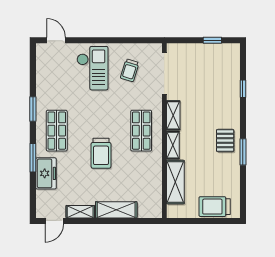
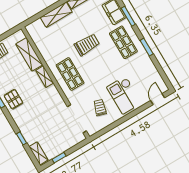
door: (56, 40) -> (158, 99), swing flipped
shelving: (173, 115) -> (39, 153), moved
trolley: (101, 153) -> (87, 45), turned 90

